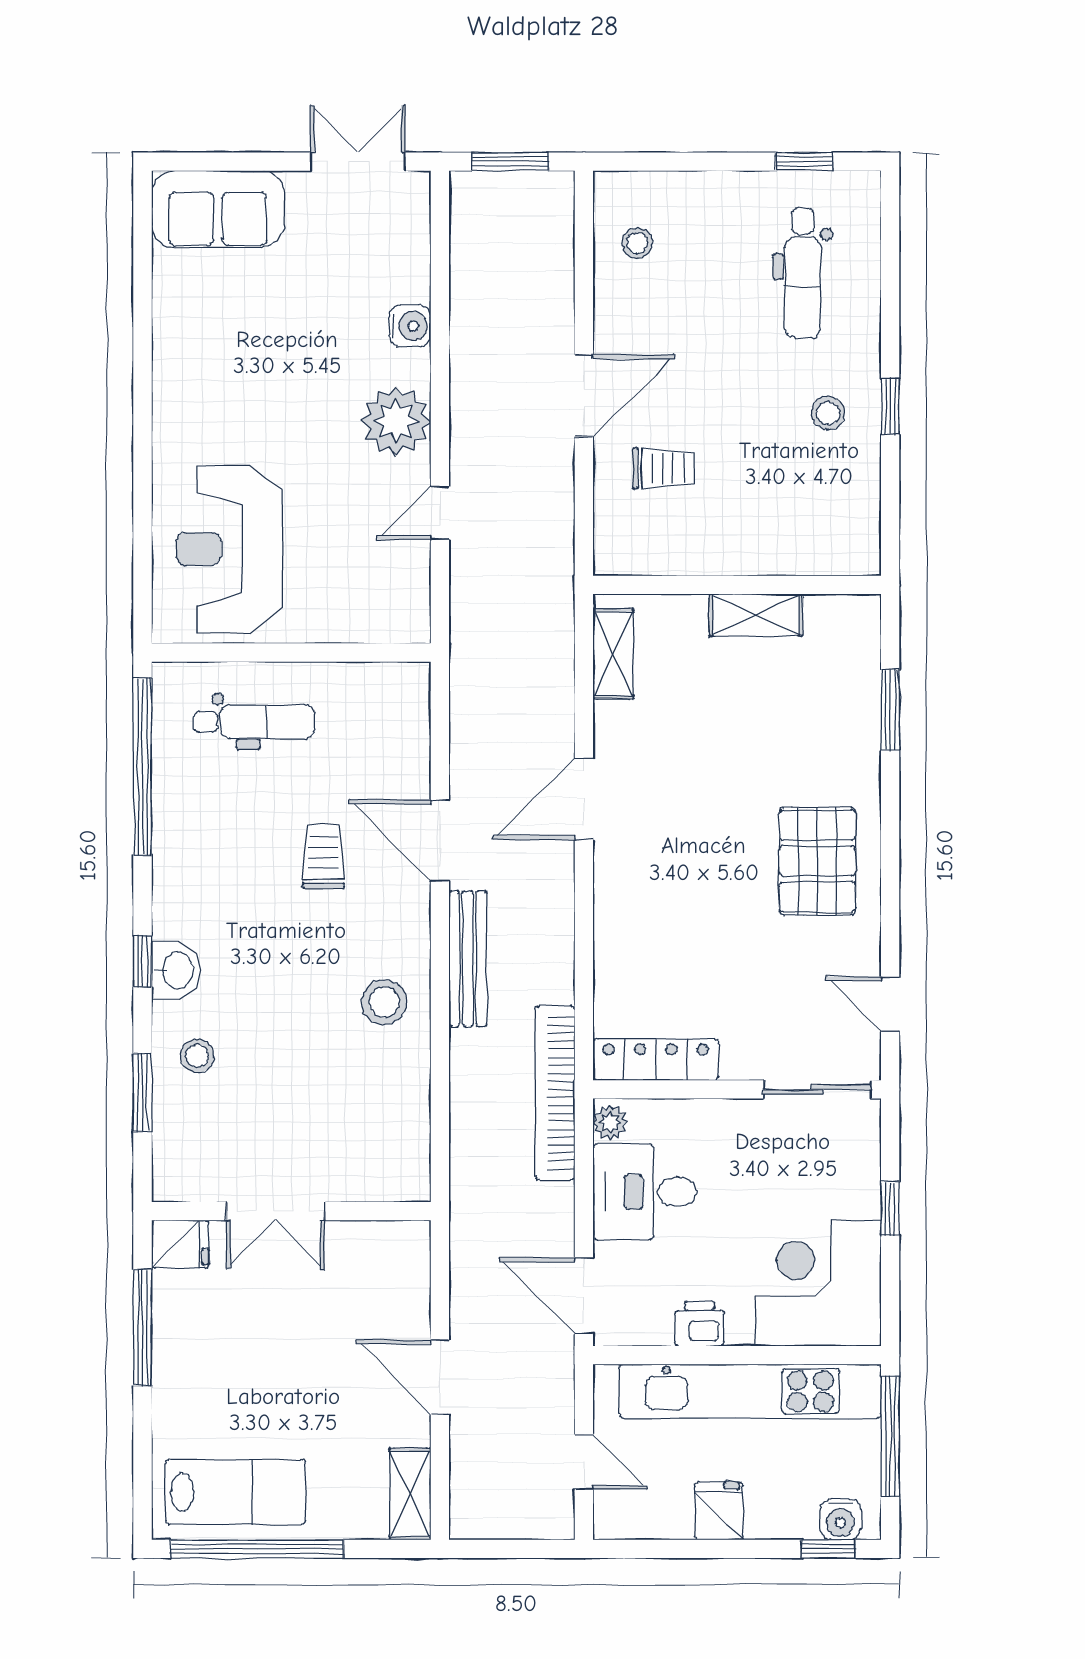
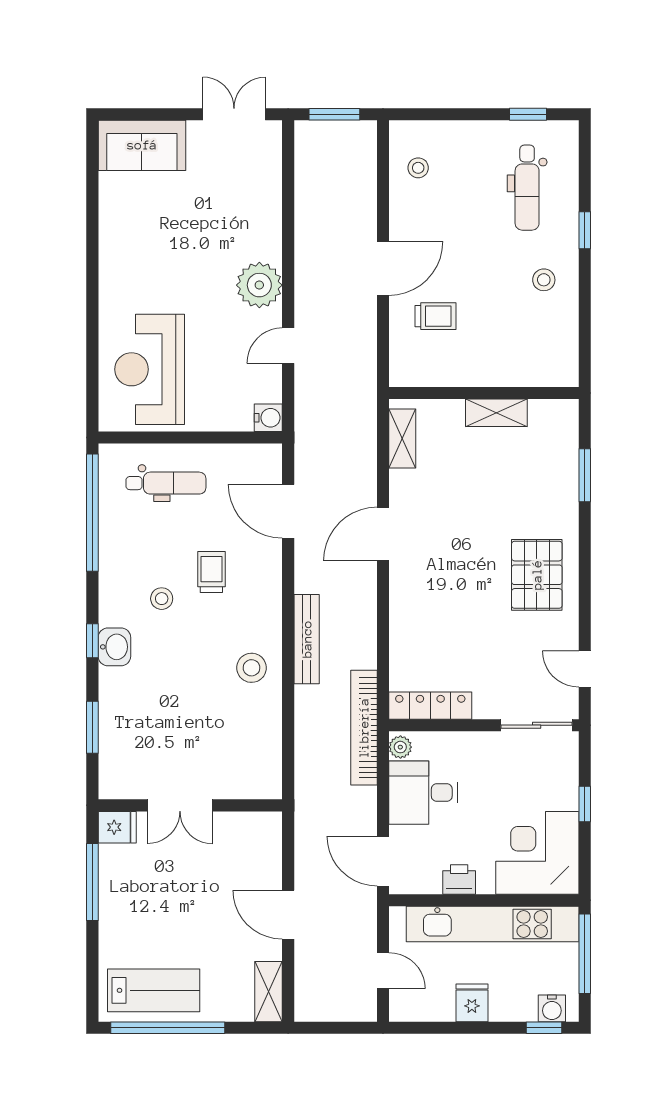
water cooler: (410, 326) -> (268, 418), moved
window: (890, 406) -> (585, 230), moved
door: (440, 841) -> (288, 511), moved
stool: (197, 1056) -> (162, 599), moved

